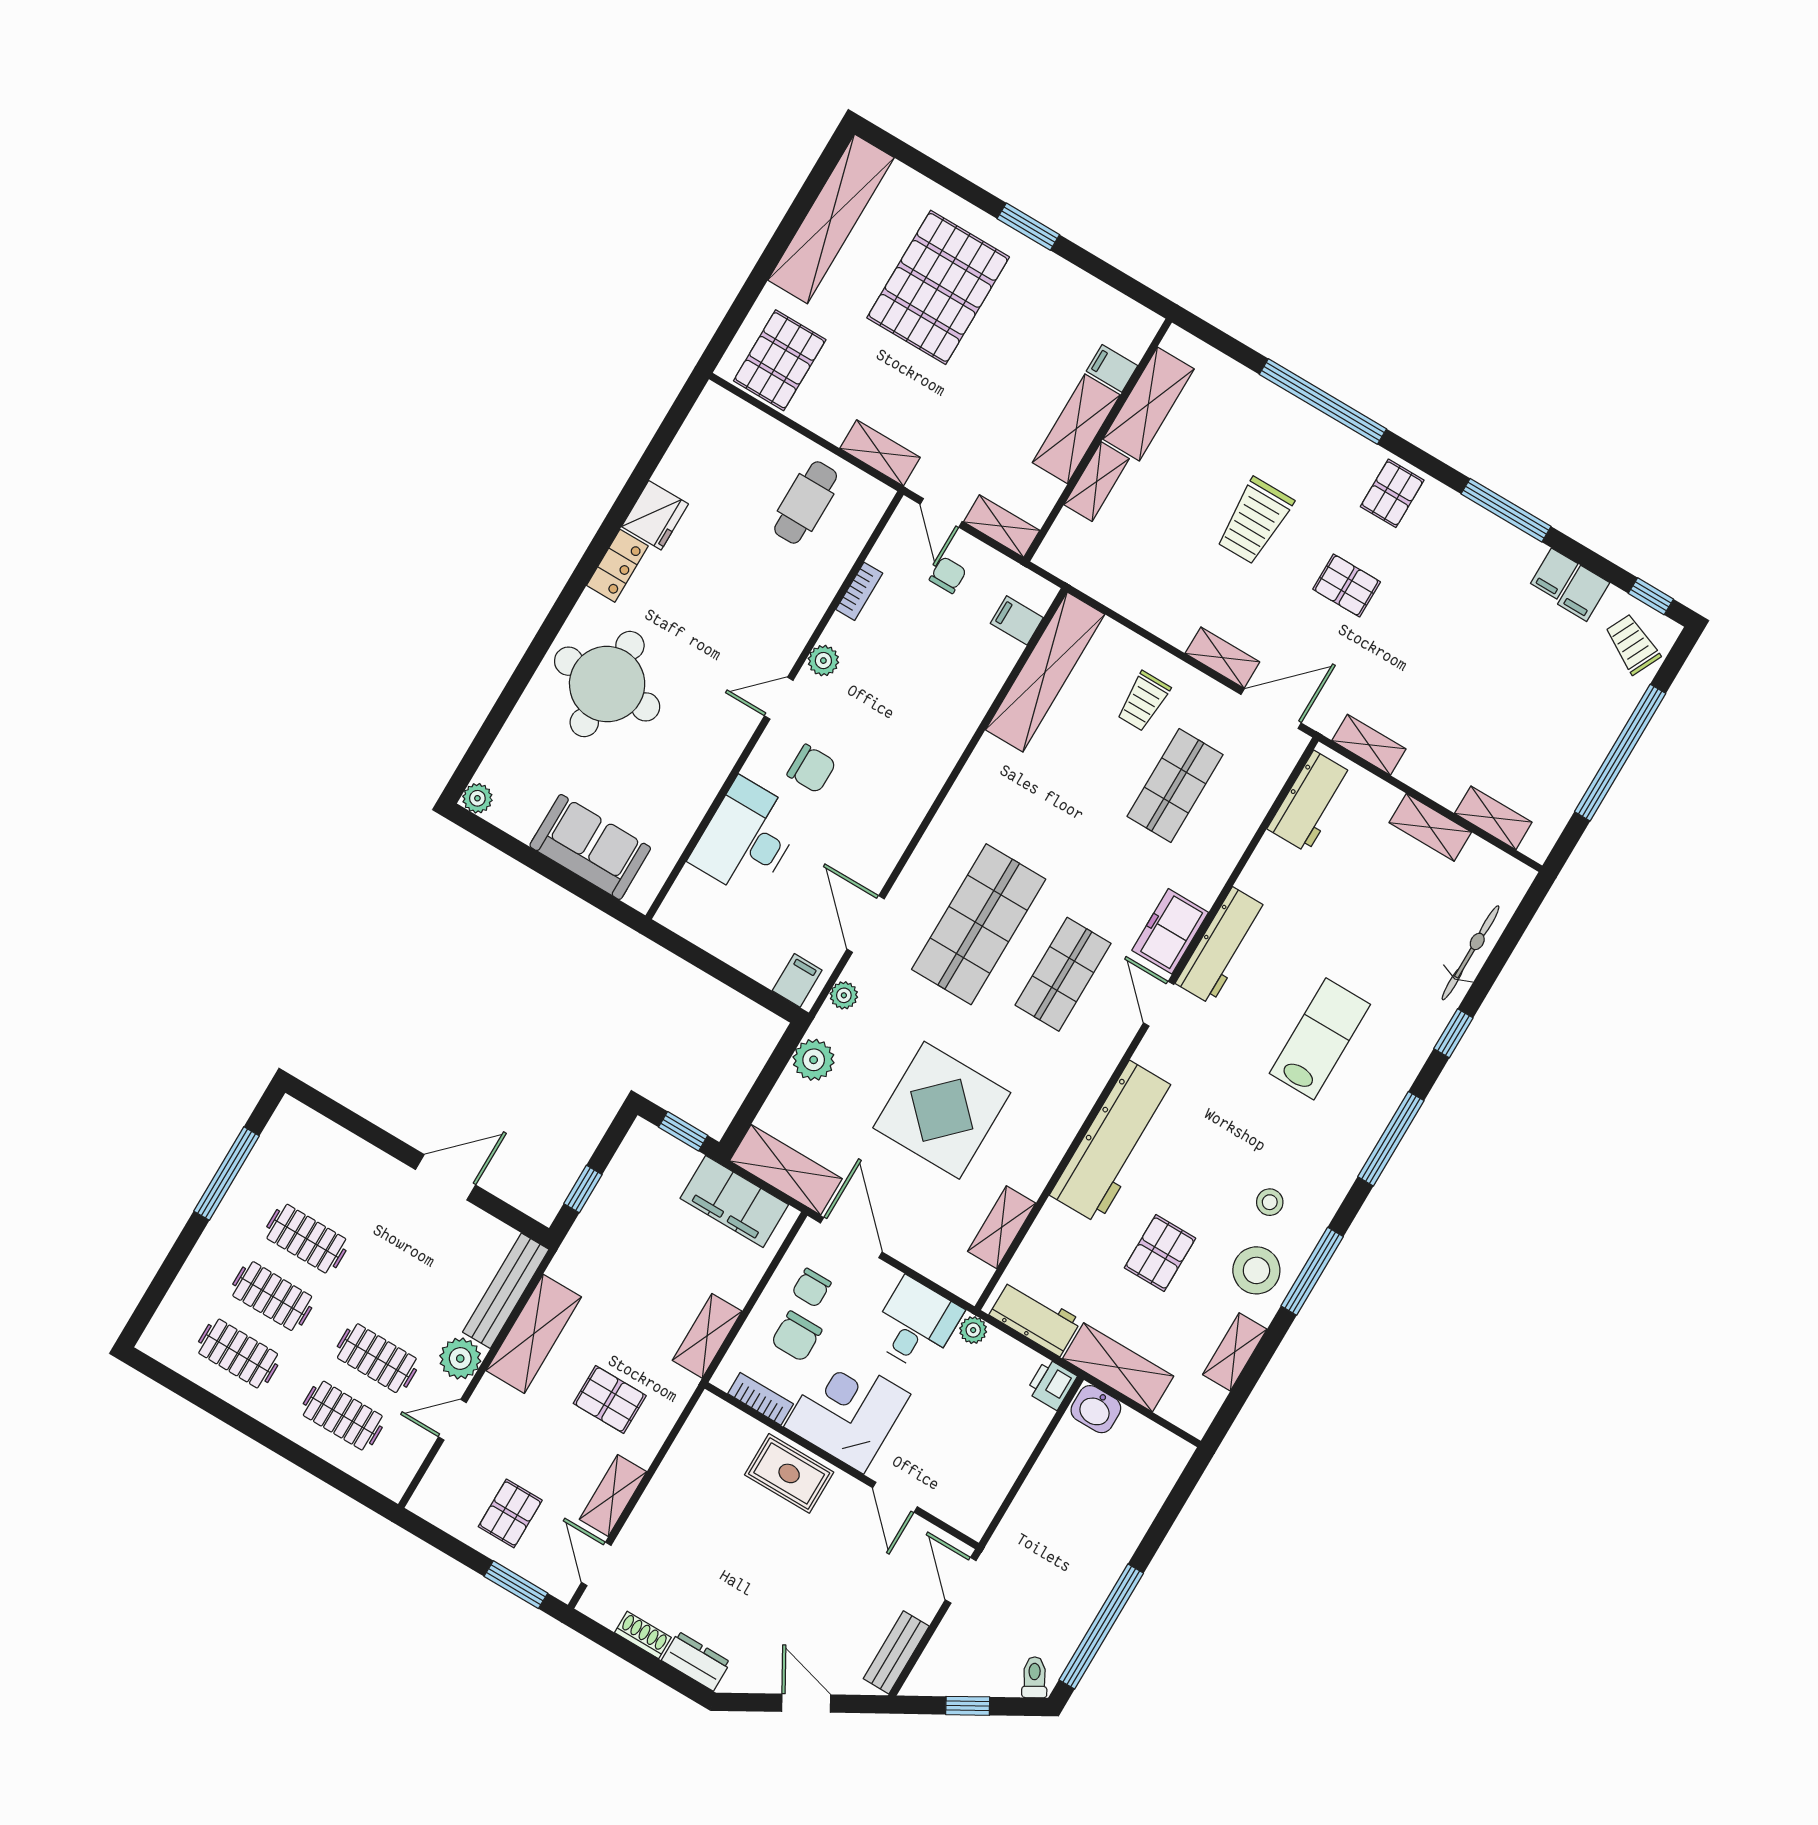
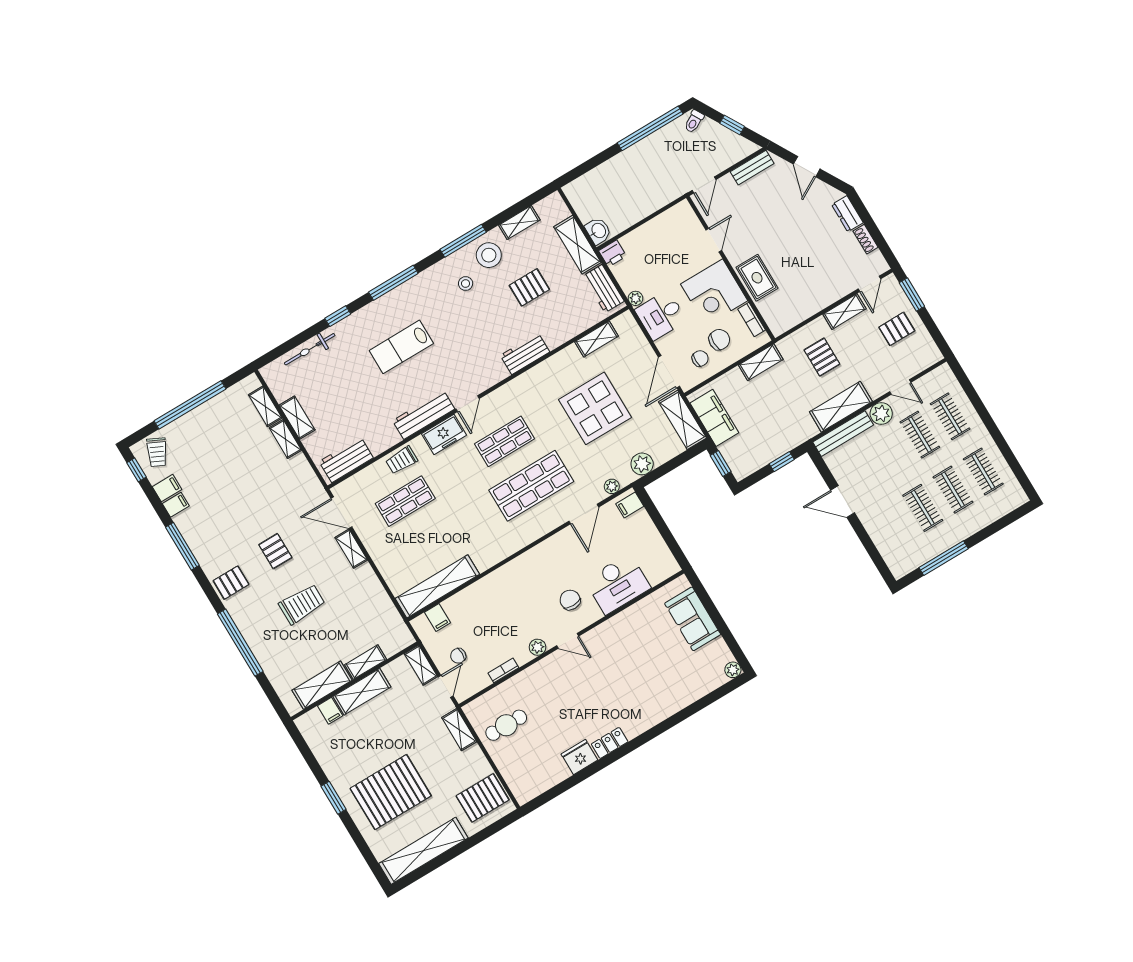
round table: (607, 684) -> (644, 690), removed
trolley: (1144, 701) -> (402, 460), moved, turned 180
shelving: (1369, 745) -> (285, 439), moved
workbench: (1114, 1142) -> (525, 354), width x0.53, depth x0.76

